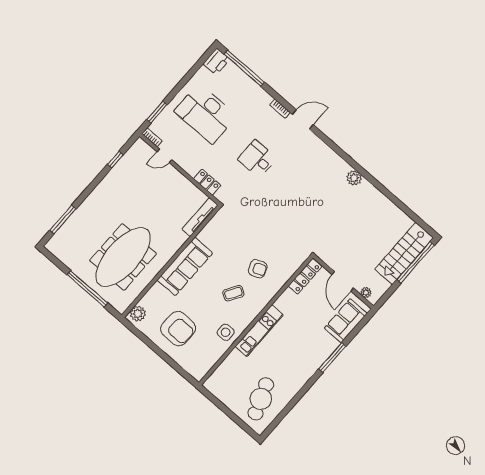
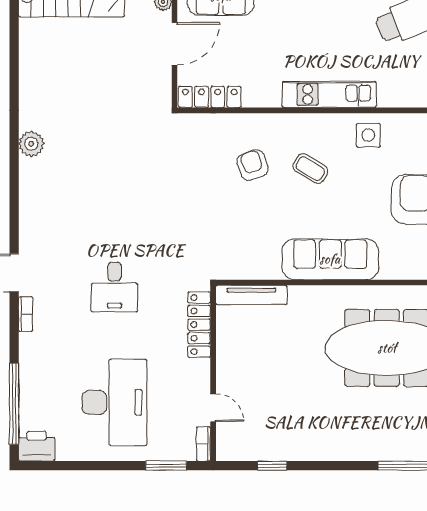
locker: (207, 182) -> (199, 325), width x1.53

